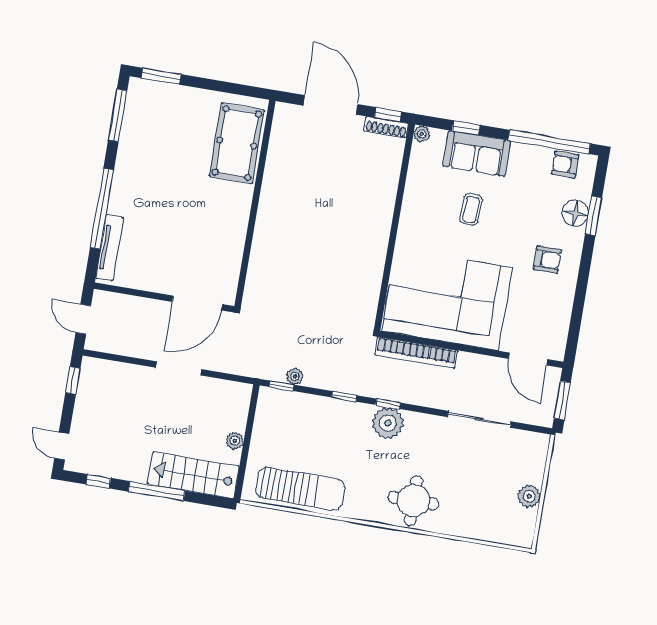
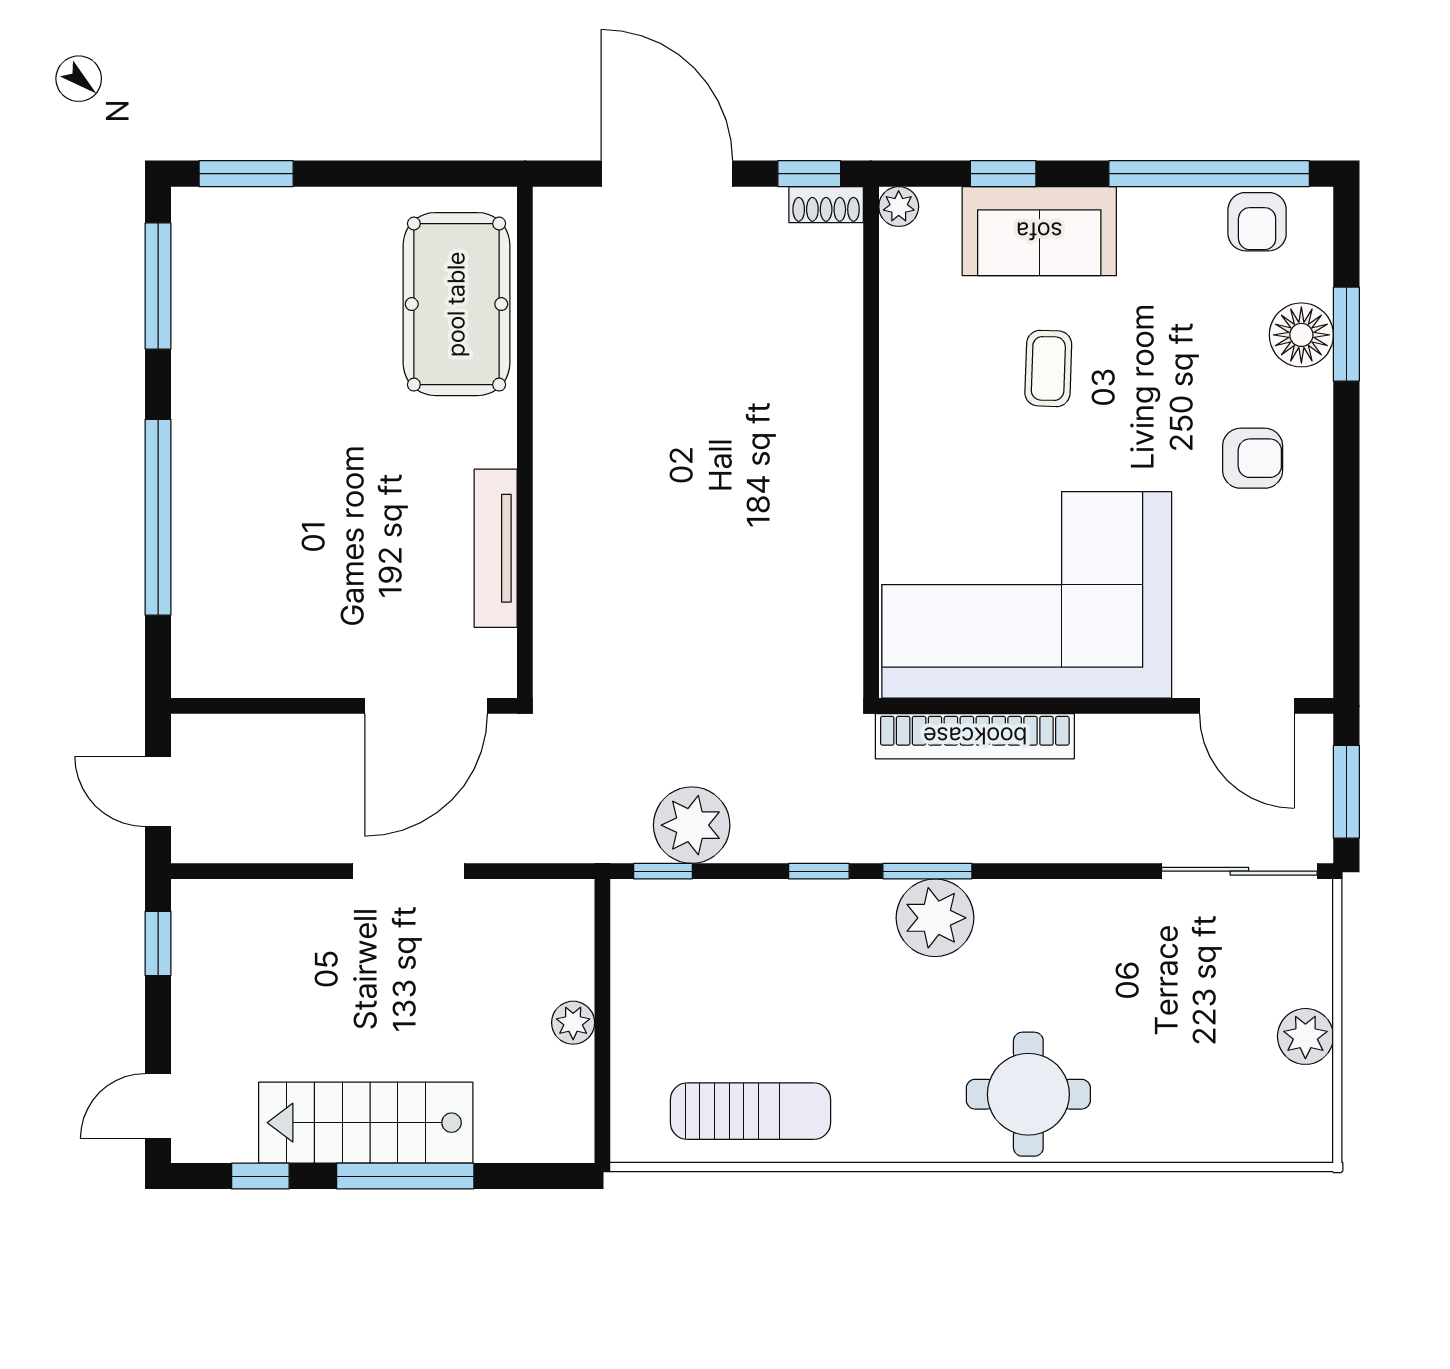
shoe rack: (386, 127) -> (826, 205), width x0.70
armchair: (565, 164) -> (1257, 222), turned -90
tv unit: (110, 248) -> (496, 548), moved, turned 180
plant: (295, 376) -> (692, 825), width x1.88, depth x1.88
window: (388, 404) -> (927, 871), width x1.50
sliding door: (479, 419) -> (1239, 871), moved
door: (62, 446) -> (158, 1106), hinge flipped
stairs: (193, 475) -> (366, 1123), moved
sun lounger: (300, 488) -> (751, 1111), width x0.73, depth x0.75

